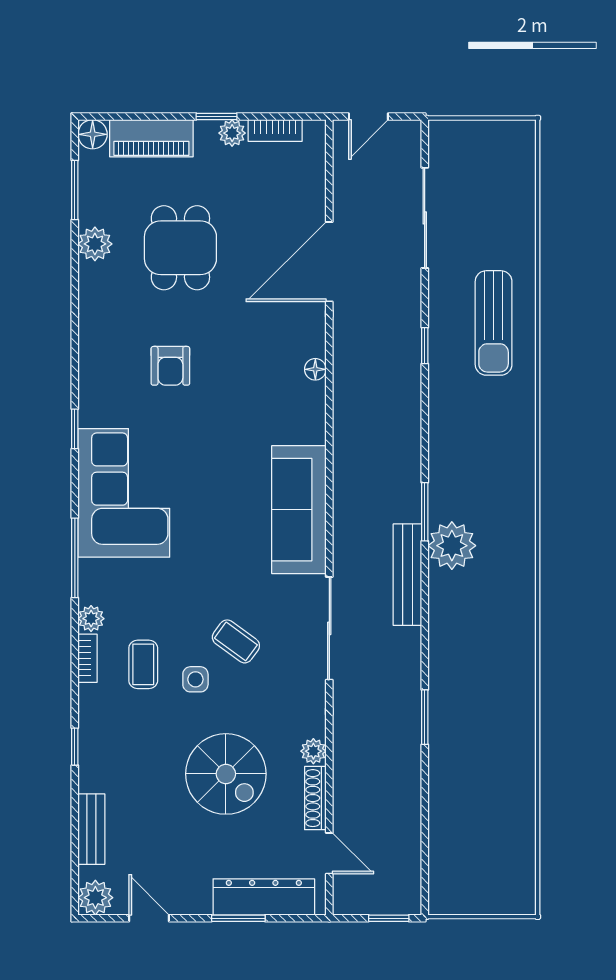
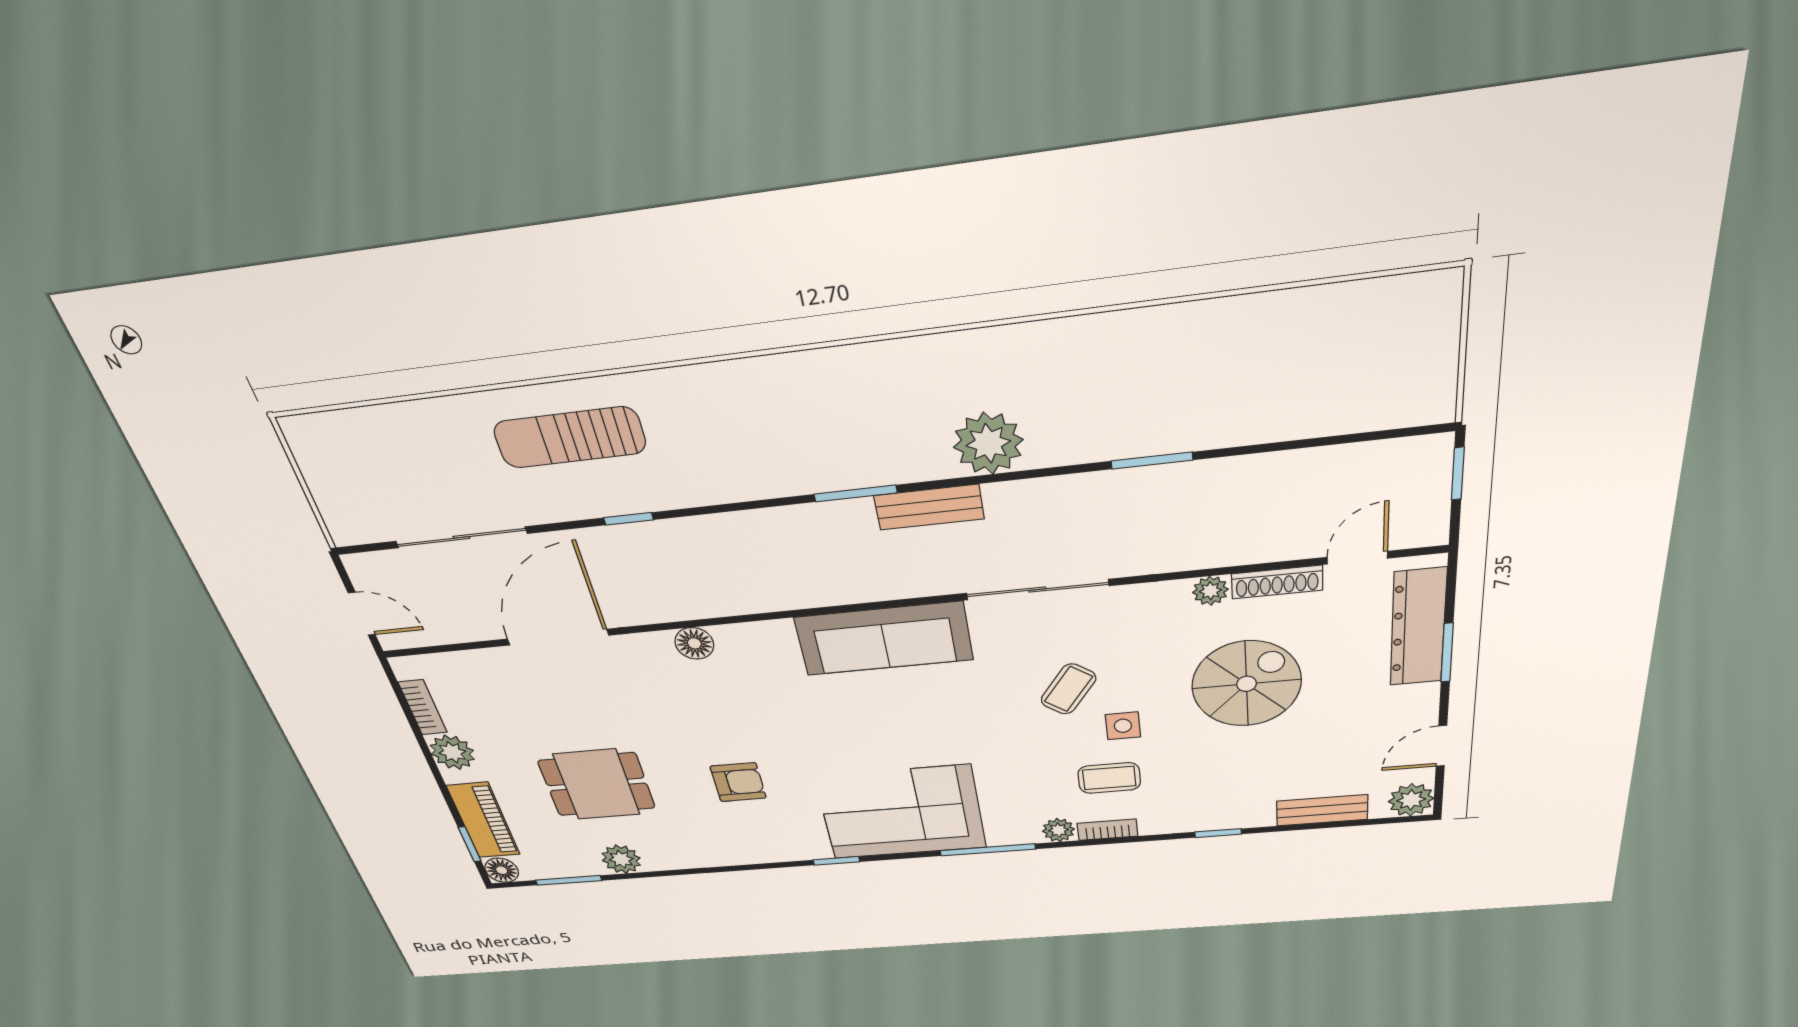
window: (216, 116) -> (470, 844), moved
plant: (232, 133) -> (452, 752), width x1.38, depth x1.38
door: (329, 262) -> (558, 637), swing flipped
sun lounger: (494, 323) -> (570, 437), turned 180
floor lamp: (315, 369) -> (694, 643), width x1.37, depth x1.37
plant: (452, 546) -> (988, 443), moved
bench: (407, 575) -> (929, 507), width x0.73

